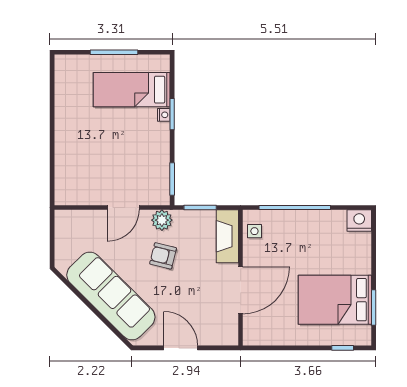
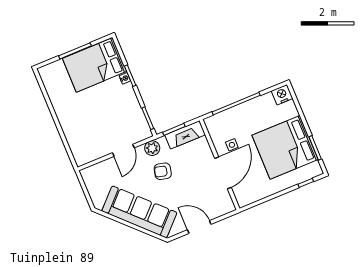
bed: (132, 90) -> (94, 65), width x1.50
side table: (254, 231) -> (232, 145), moved
fireplace: (227, 236) -> (185, 135), moved, turned -90
bed: (335, 300) -> (285, 147), width x1.36

